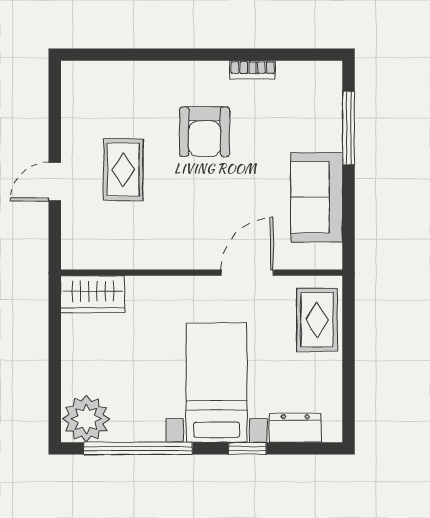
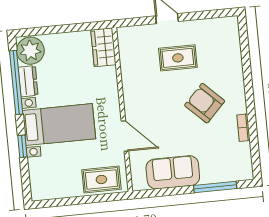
armchair: (205, 132) -> (205, 103), turned 44
dresser: (295, 428) -> (28, 81), moved

